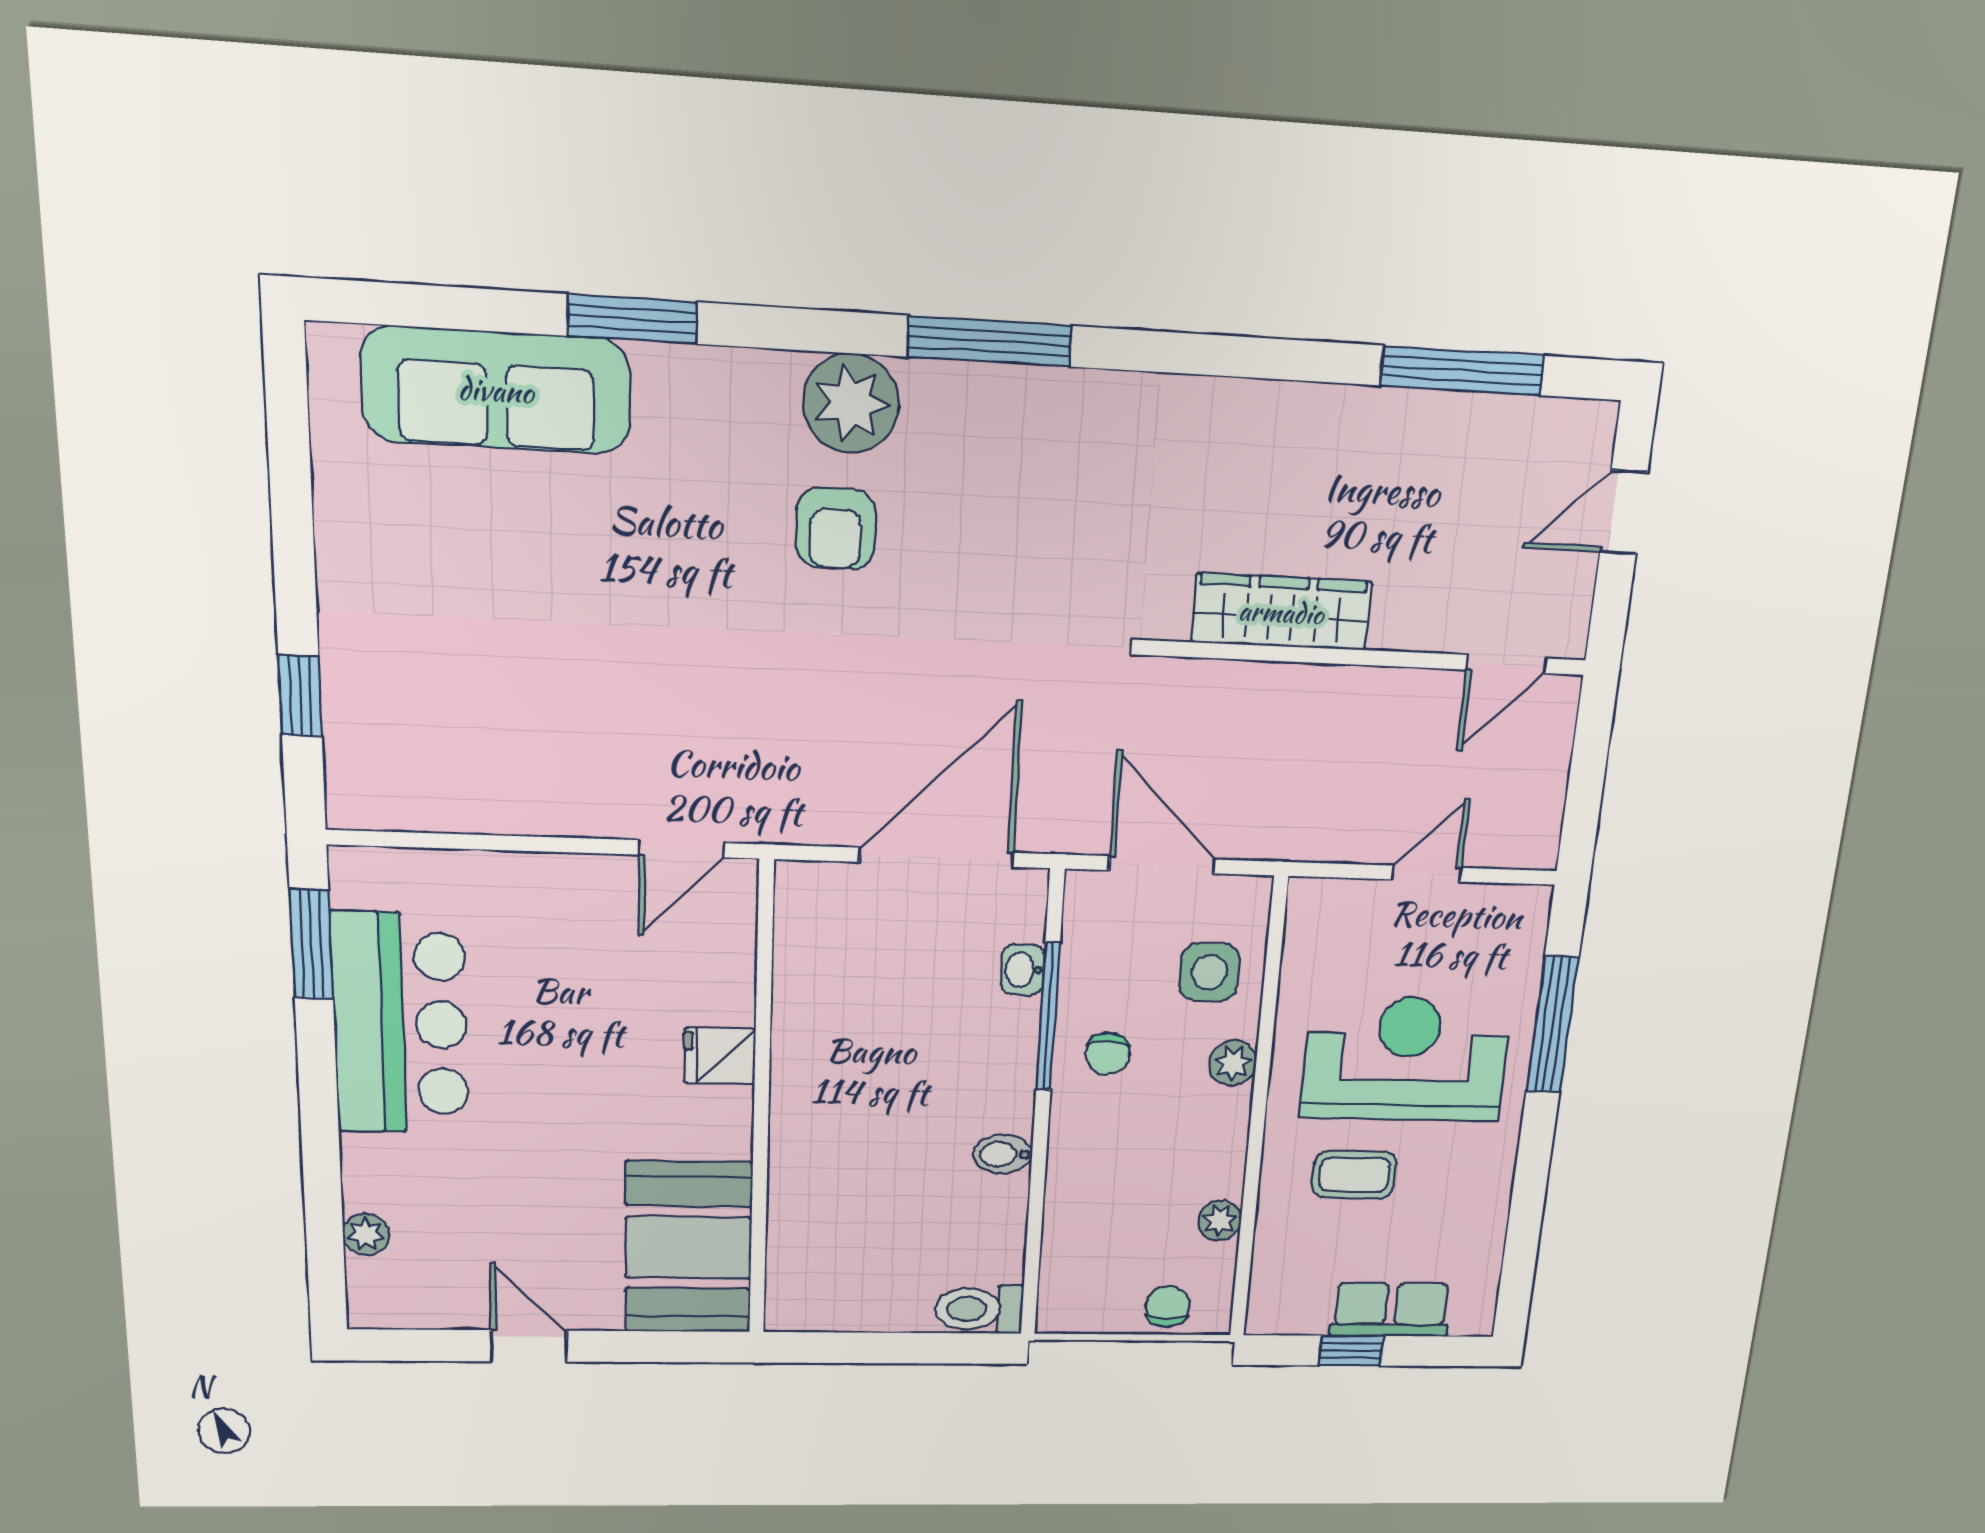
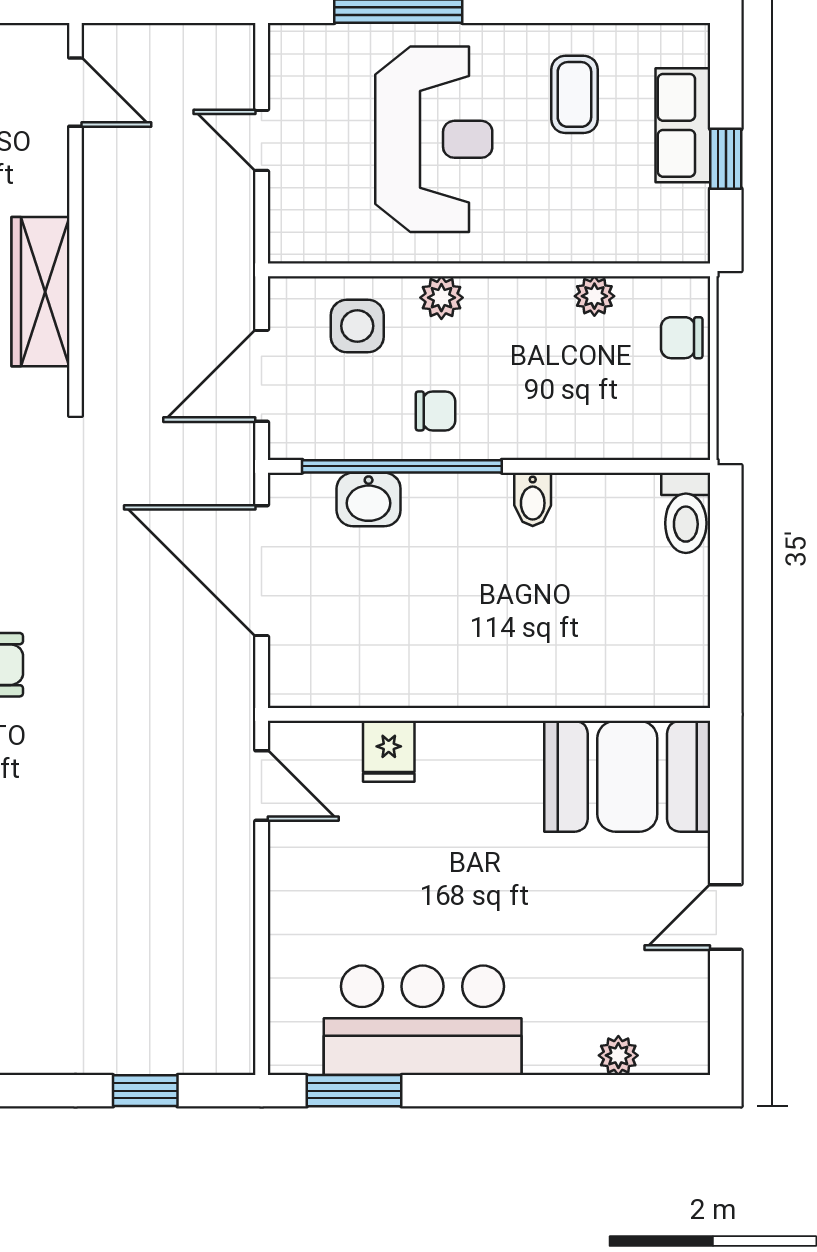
washbasin: (1023, 970) -> (369, 499), width x1.38, depth x1.45
window: (1048, 1016) -> (402, 466), width x1.46
fridge: (720, 1056) -> (389, 751), moved
reception desk: (1406, 1059) -> (434, 139), turned 180
coffee table: (1354, 1175) -> (574, 94), moved

